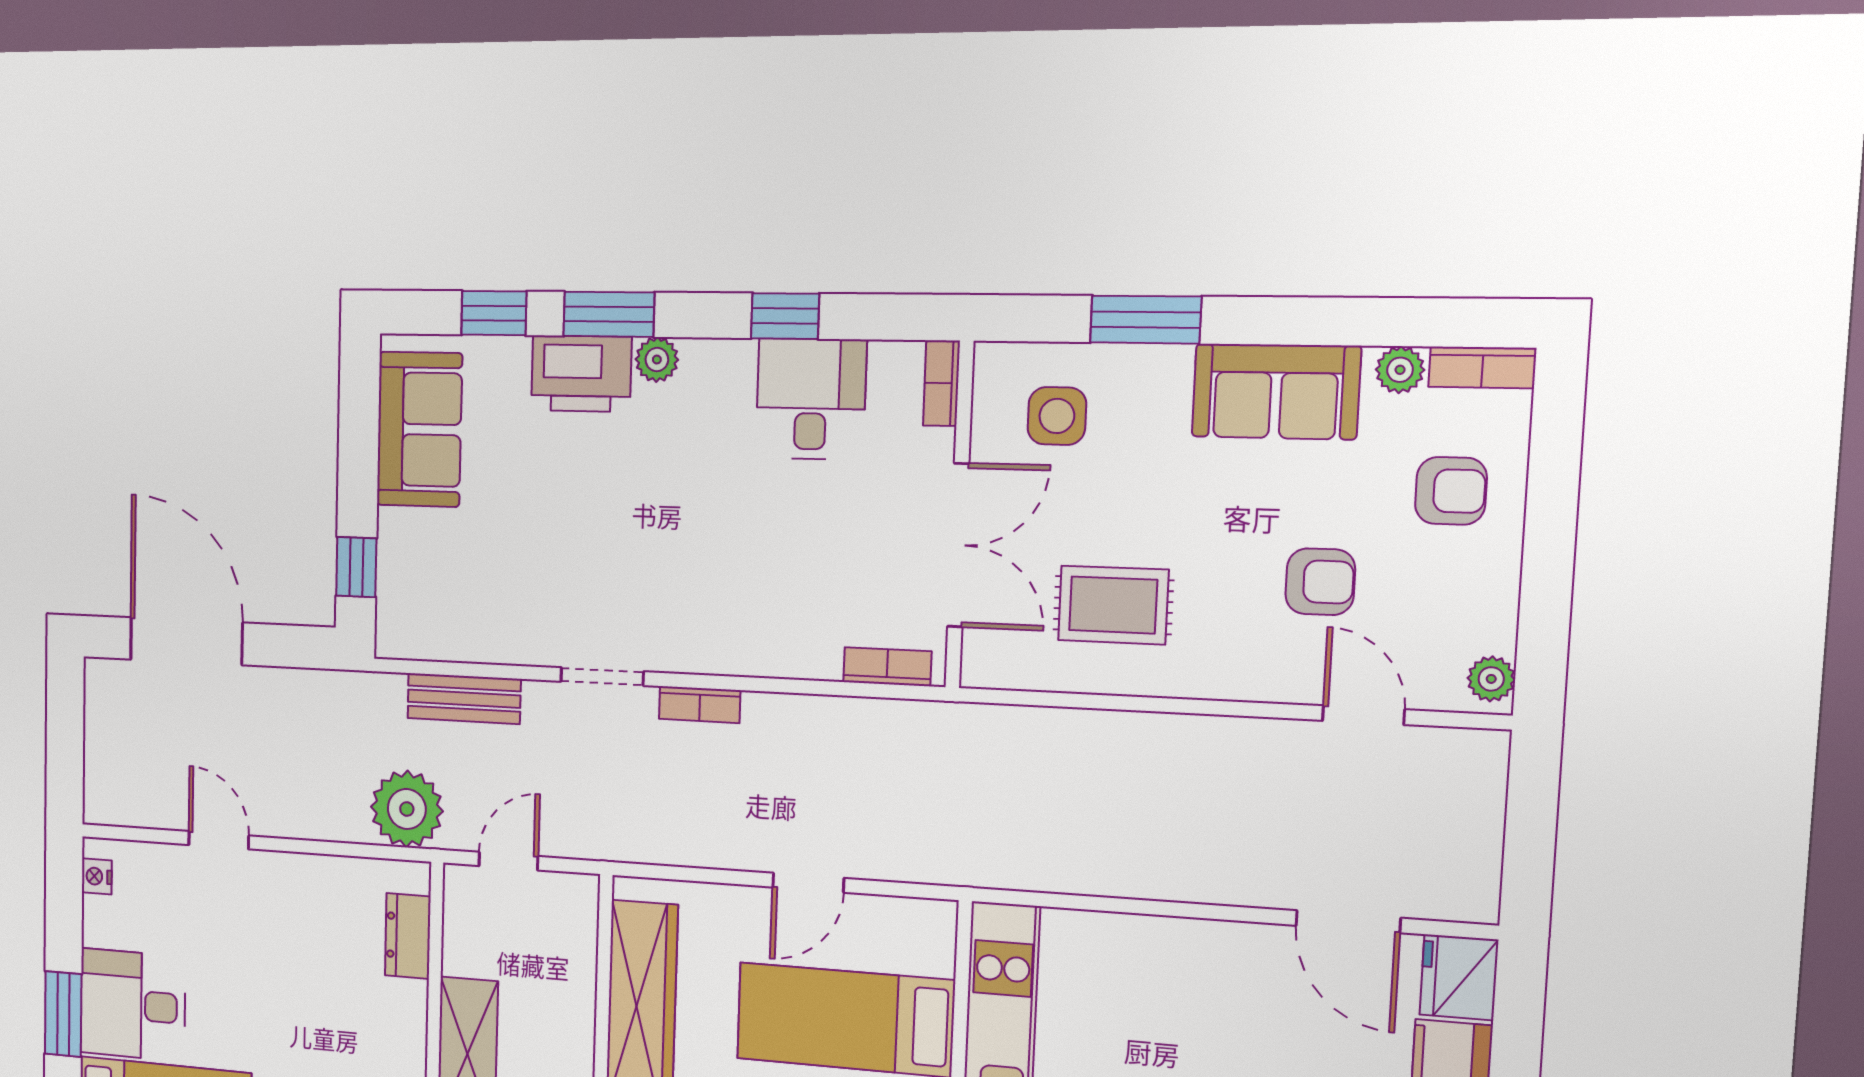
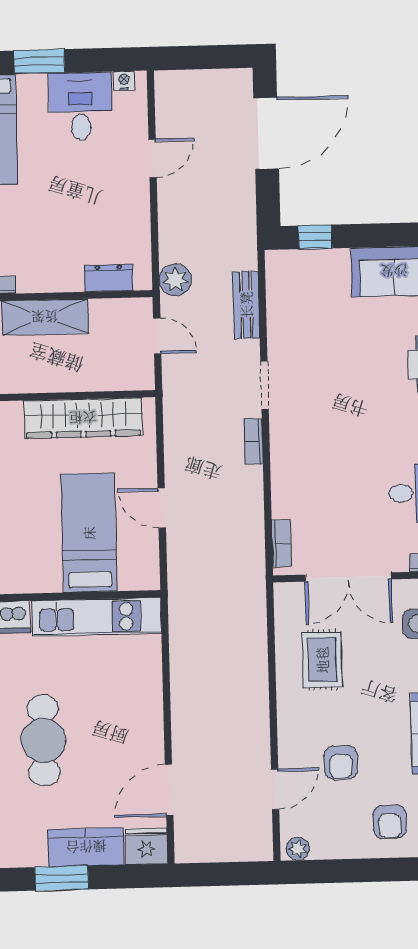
plant: (407, 809) -> (175, 280), width x0.73, depth x0.73
desk: (133, 1005) -> (81, 106), moved

